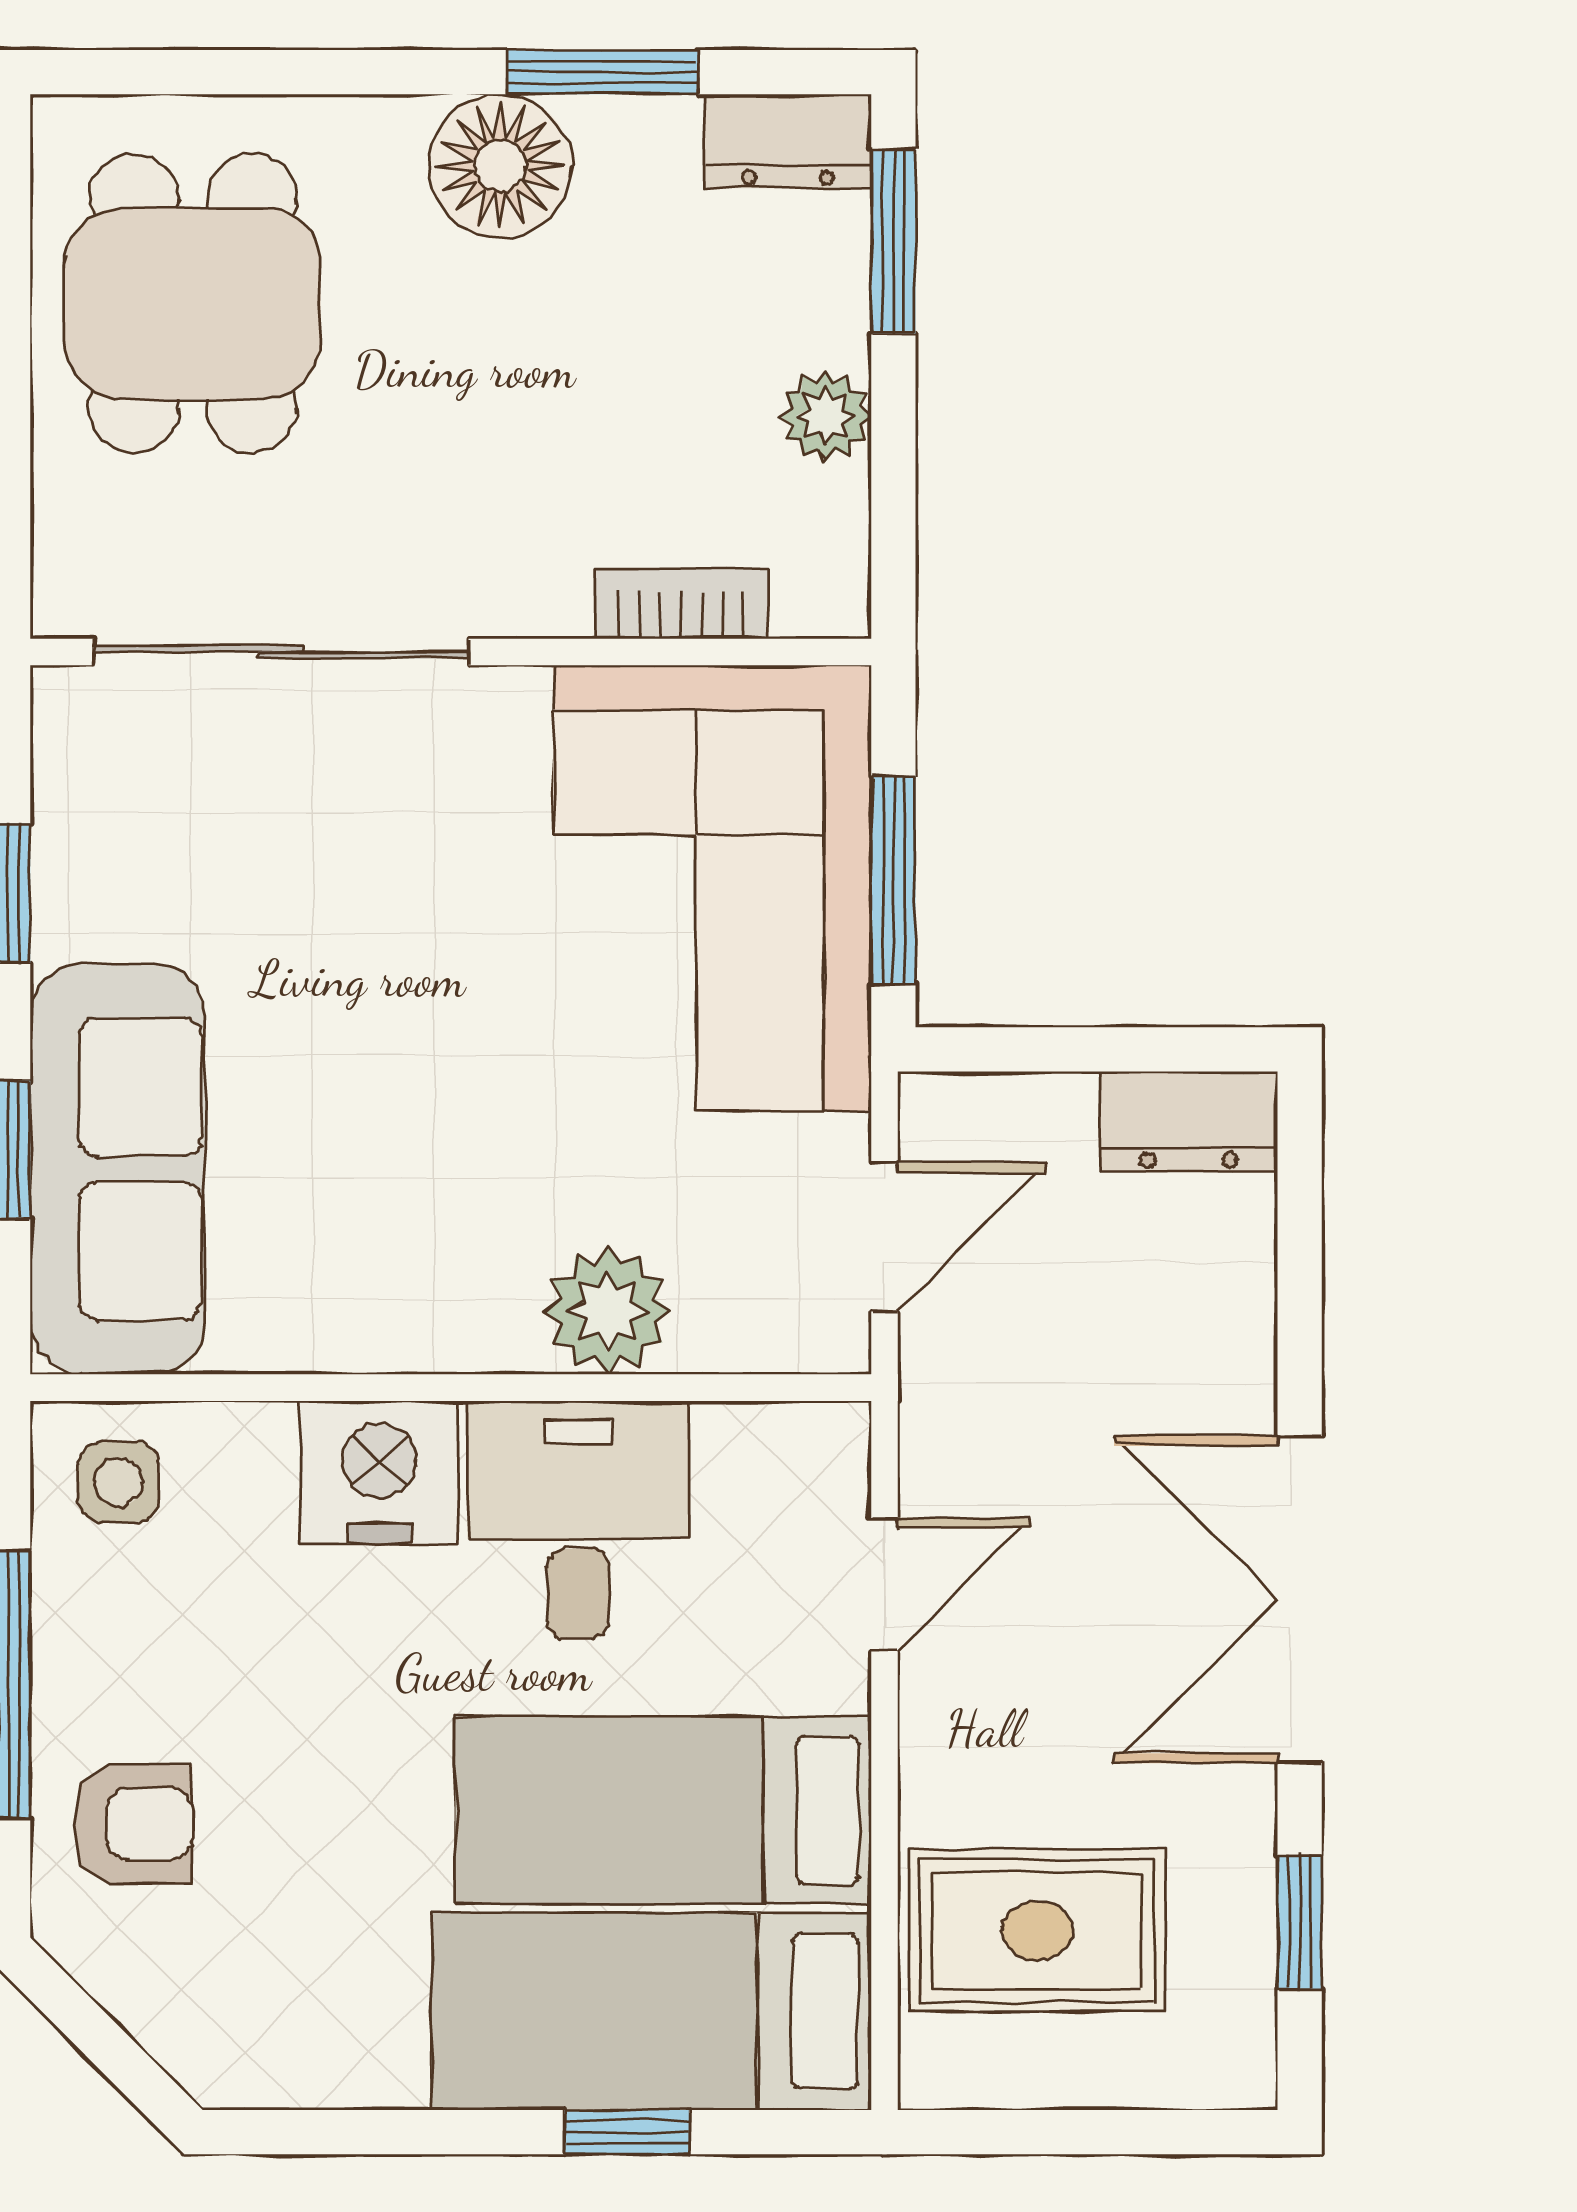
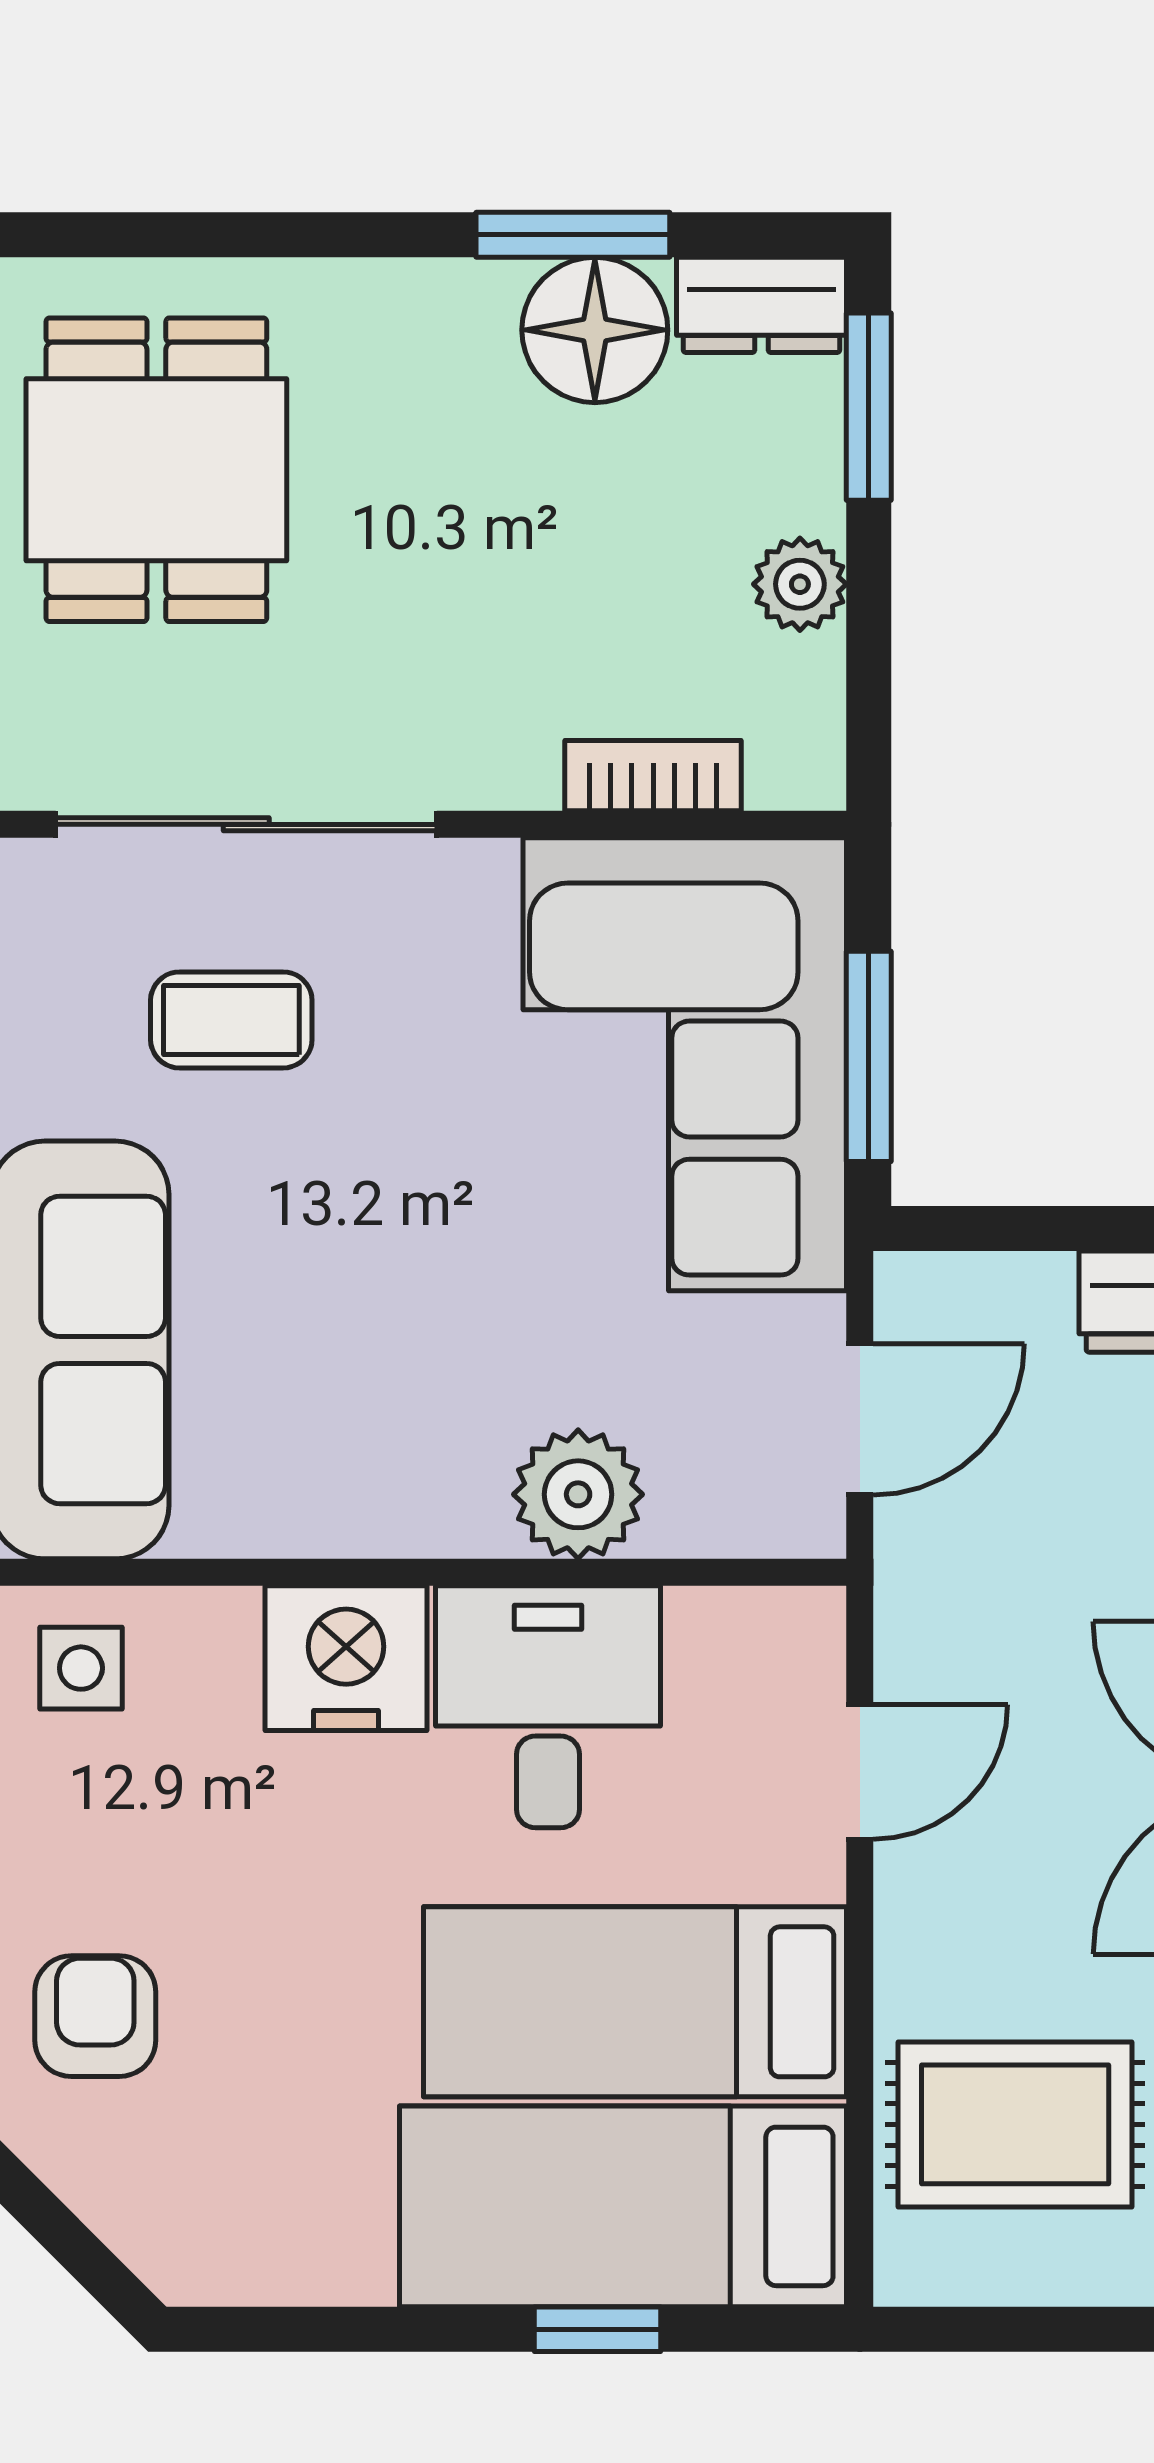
floor lamp: (500, 166) -> (595, 330), moved
coffee table: (266, 844) -> (231, 1020), added
armchair: (133, 1824) -> (95, 2016), turned -90

